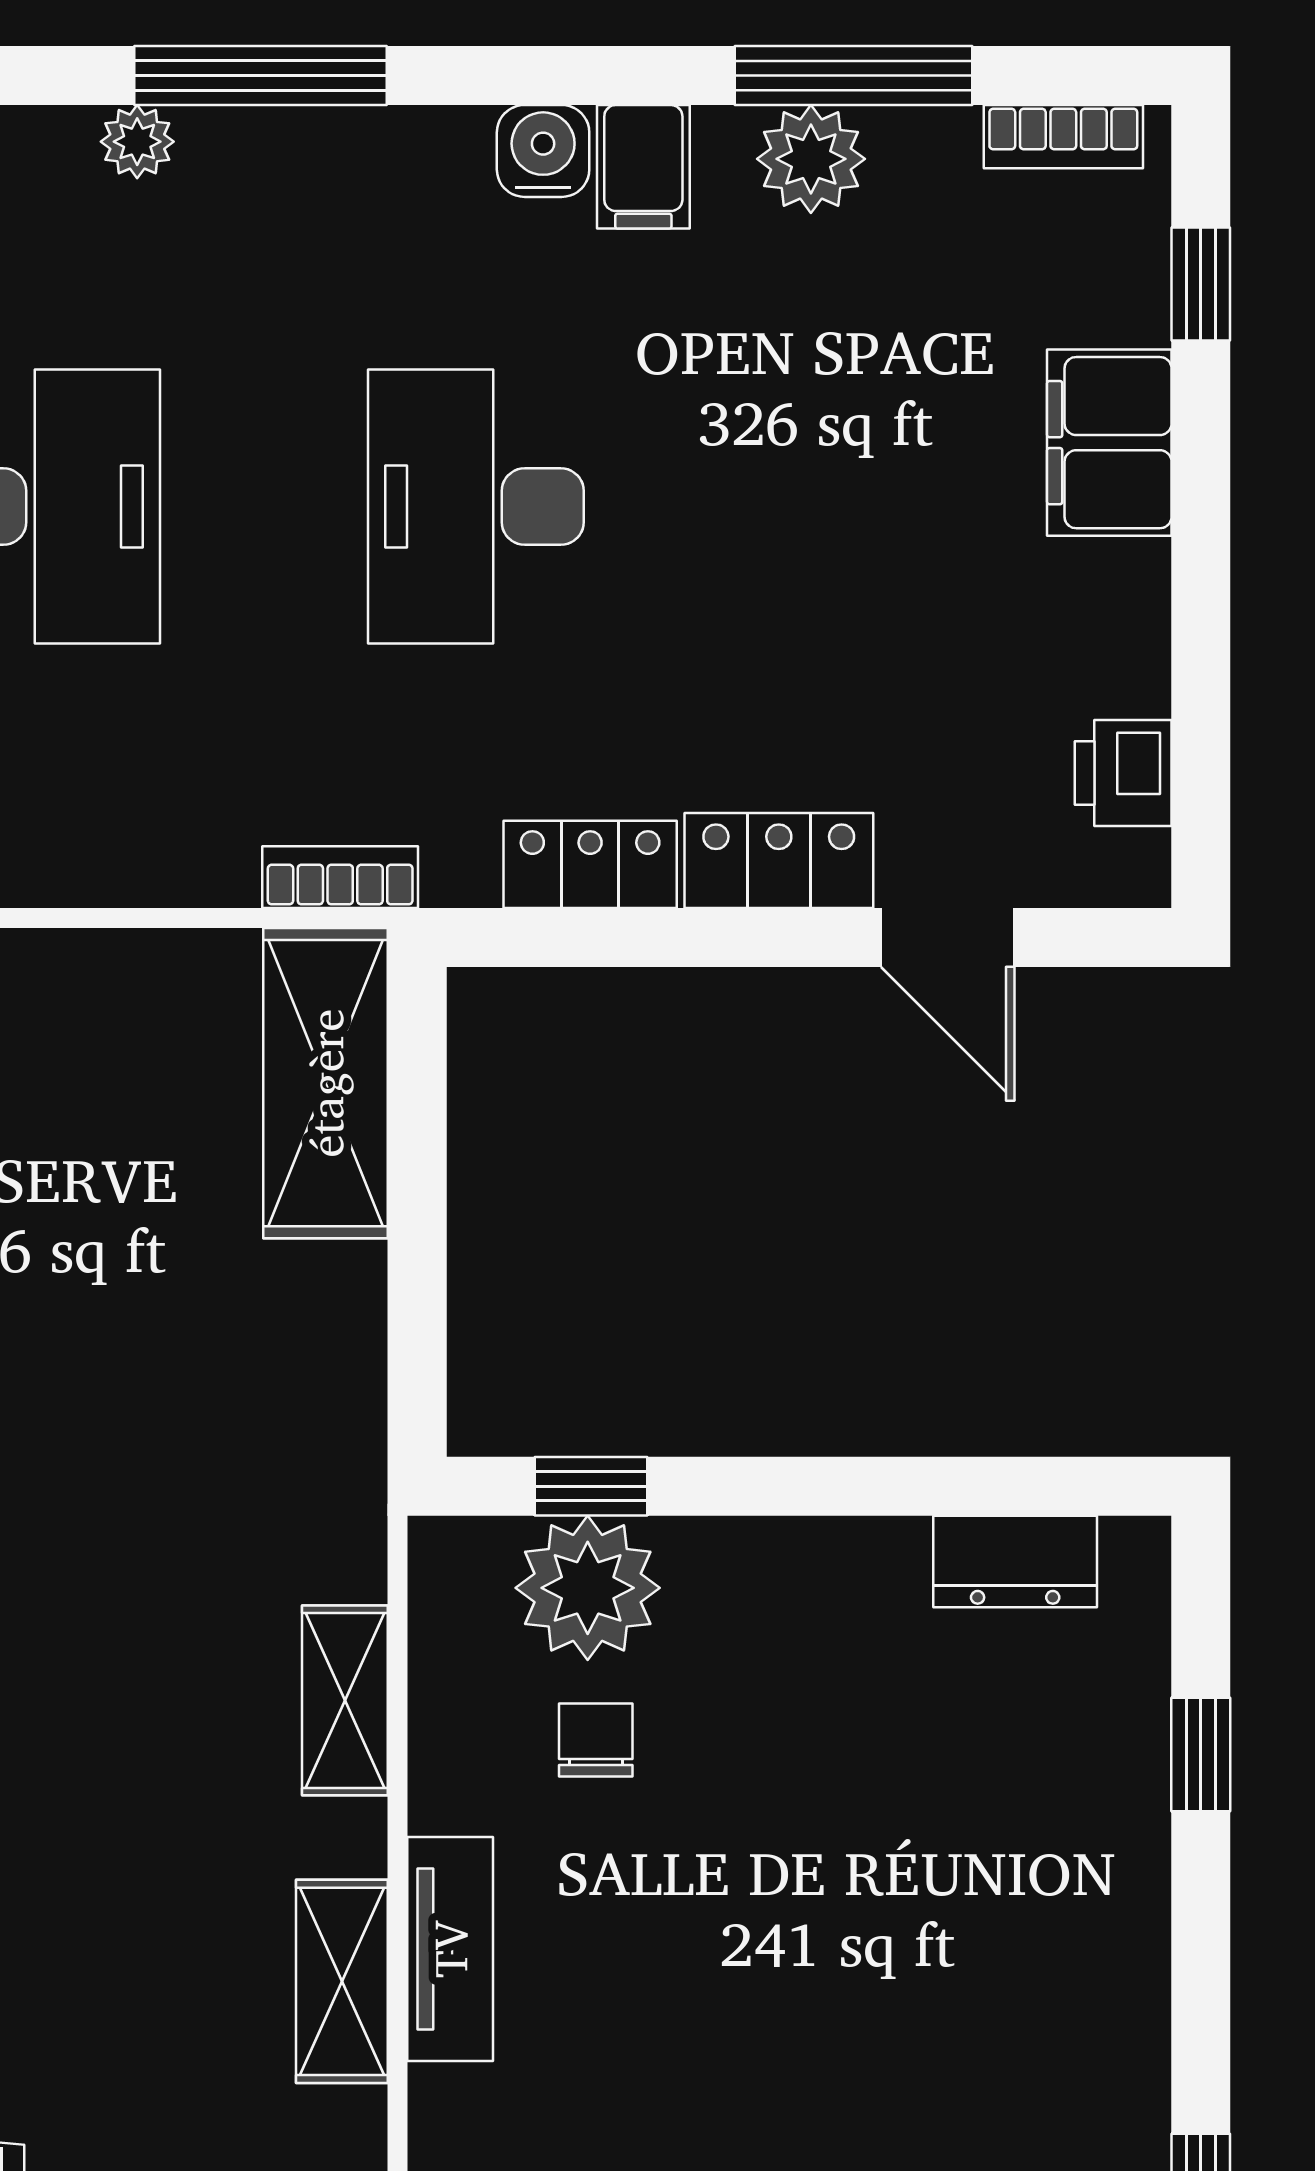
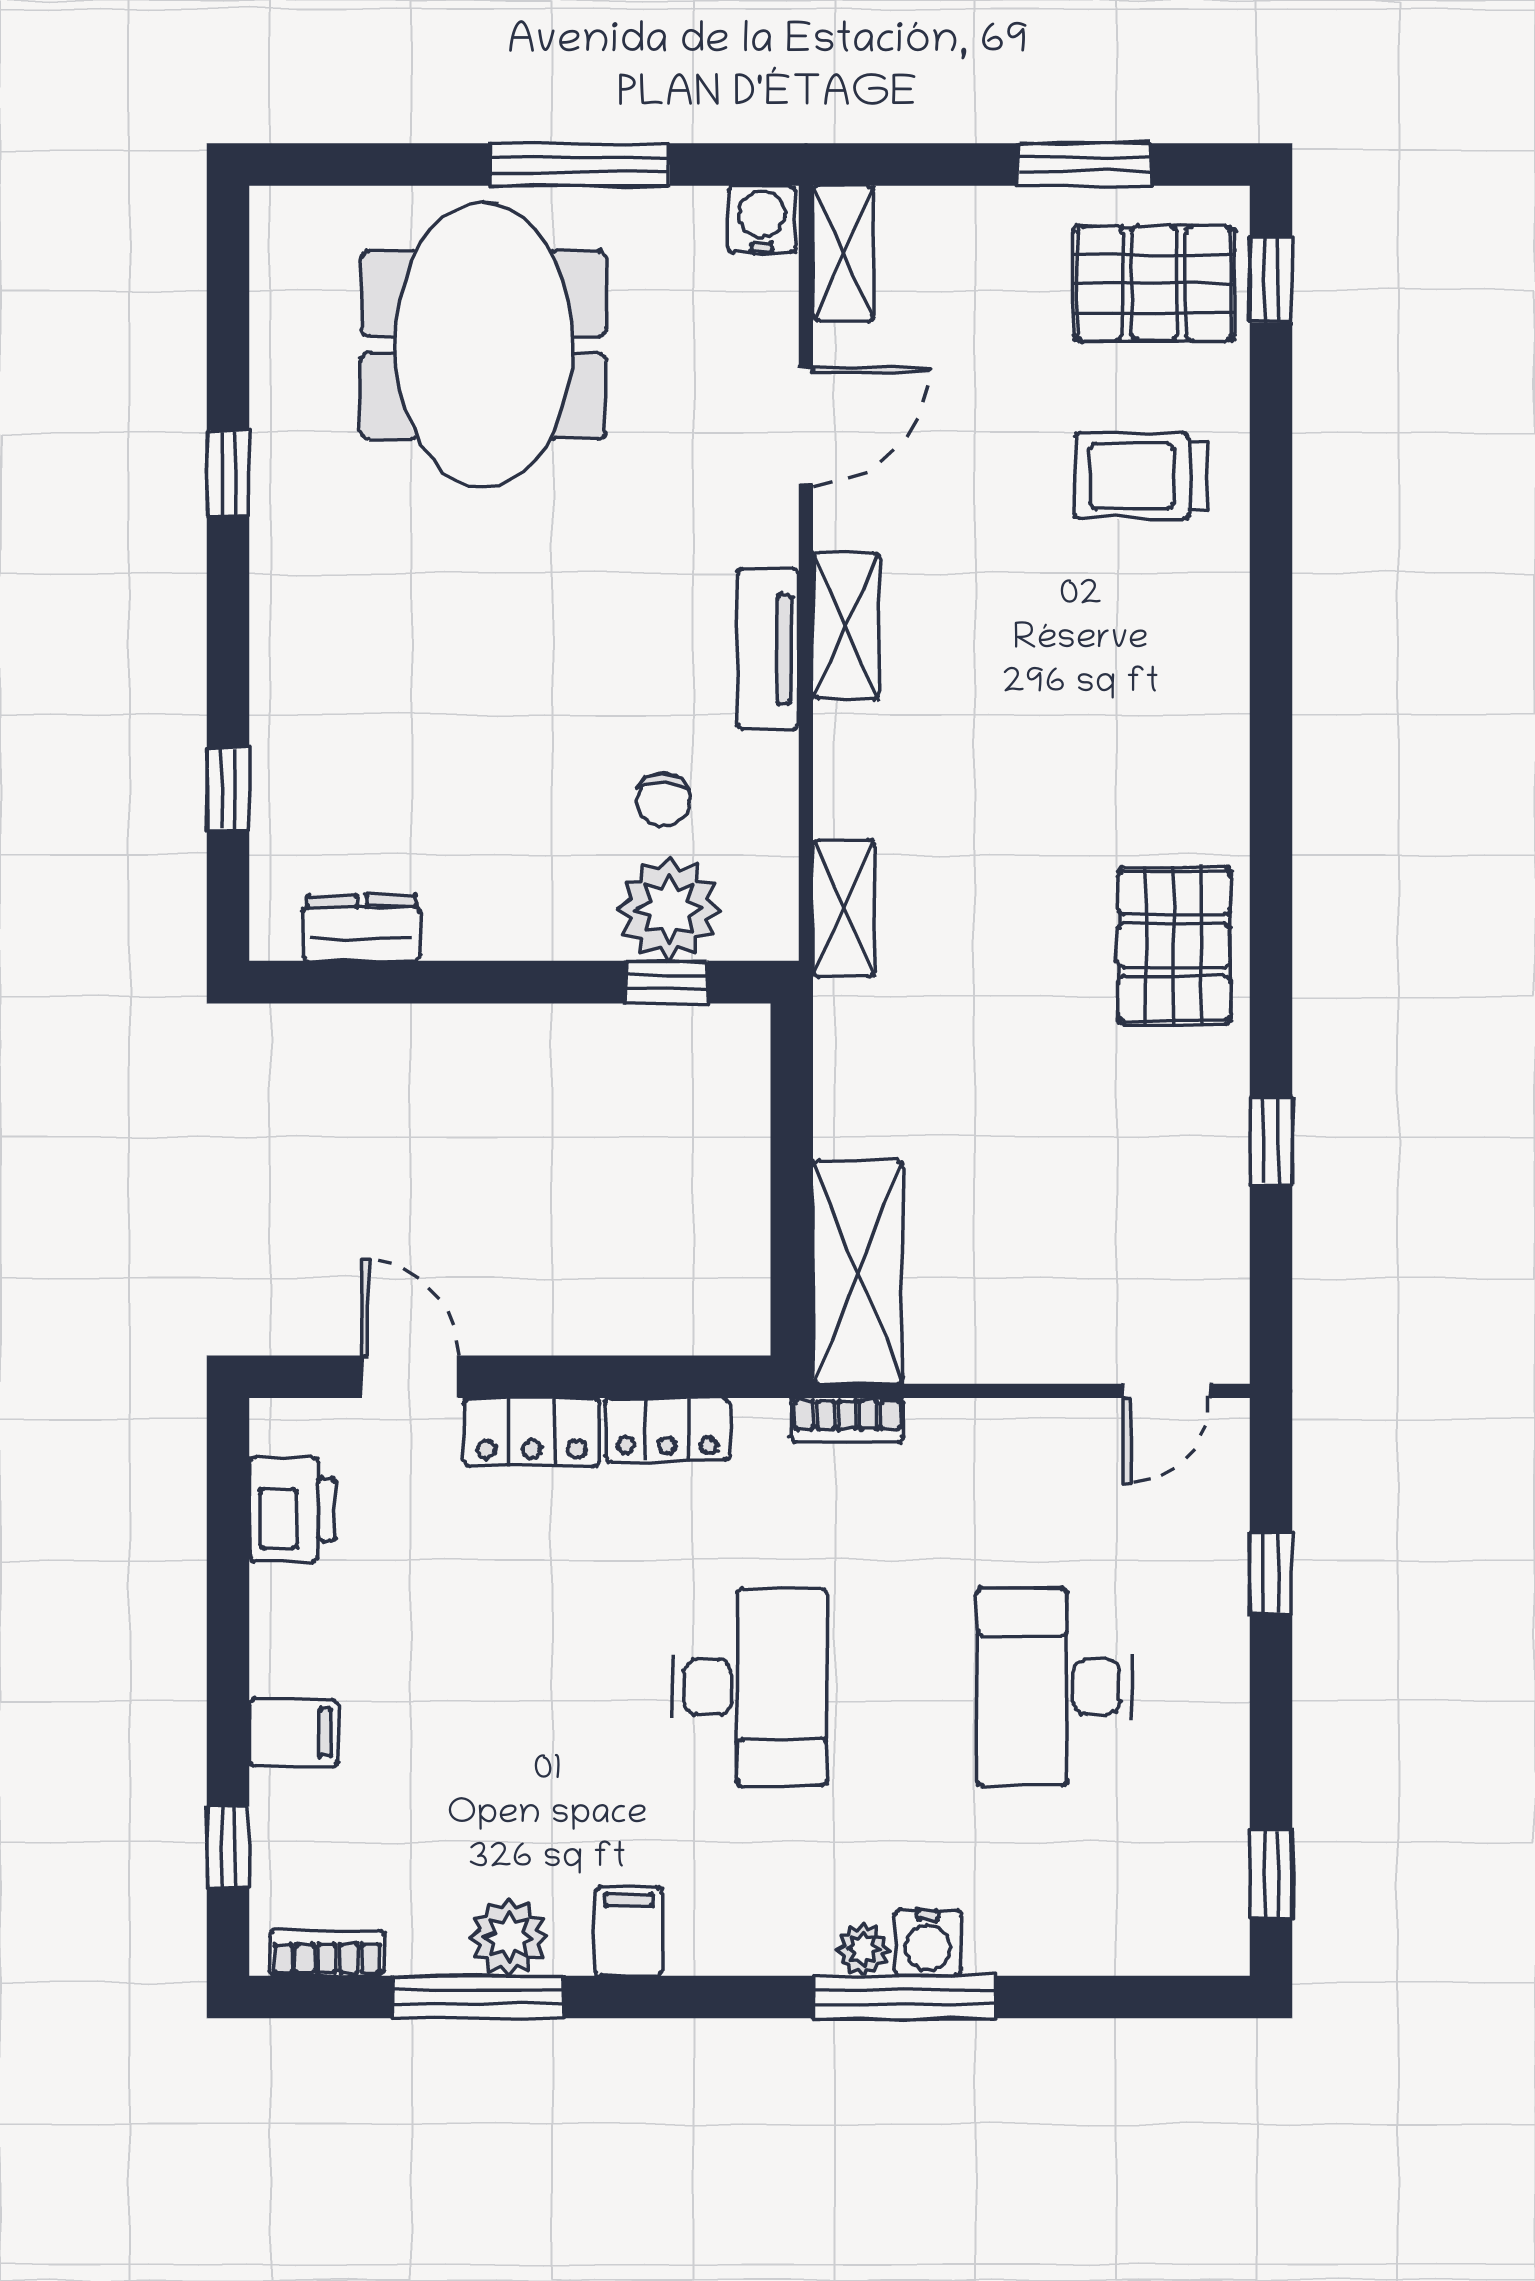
plant: (137, 142) -> (863, 1950), moved
water cooler: (543, 151) -> (928, 1943), moved
filing cabinet: (1109, 443) -> (294, 1733), width x0.50
printer: (1123, 773) -> (292, 1509), width x1.36, depth x1.24
shelving: (345, 1700) -> (844, 908), moved

